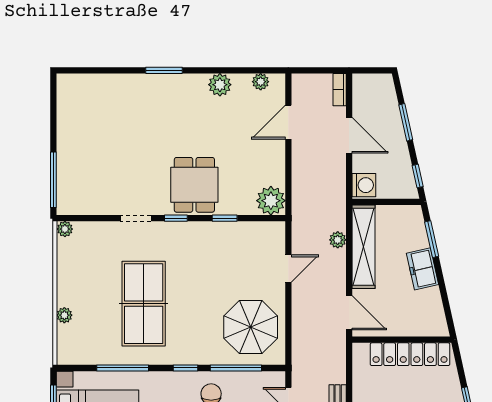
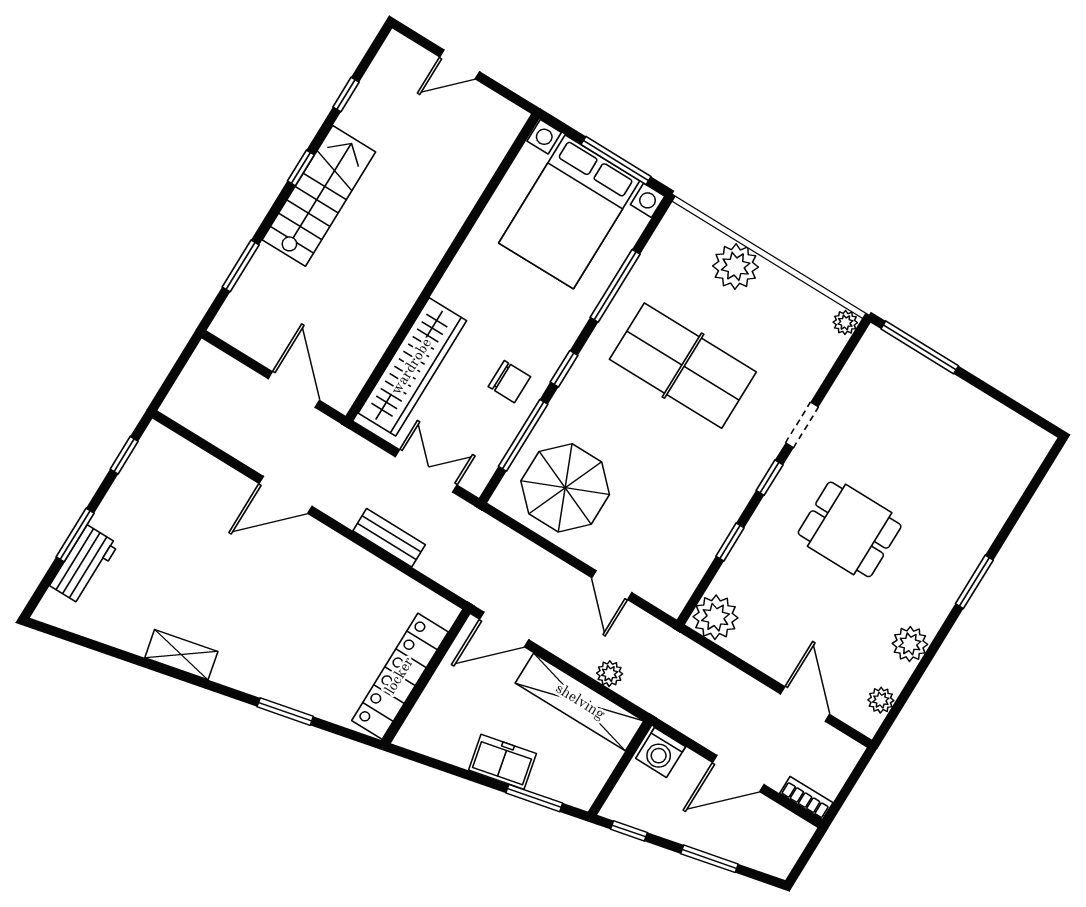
dining table: (194, 185) -> (850, 529), moved
plant: (64, 315) -> (736, 266), width x1.87, depth x1.87

